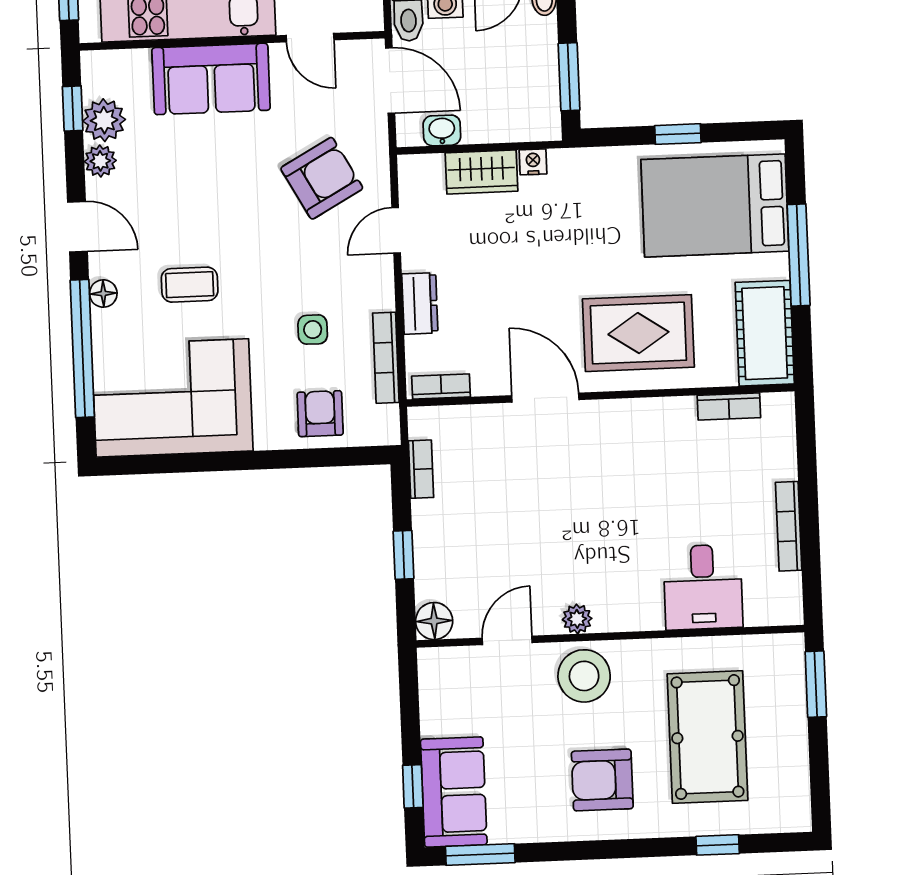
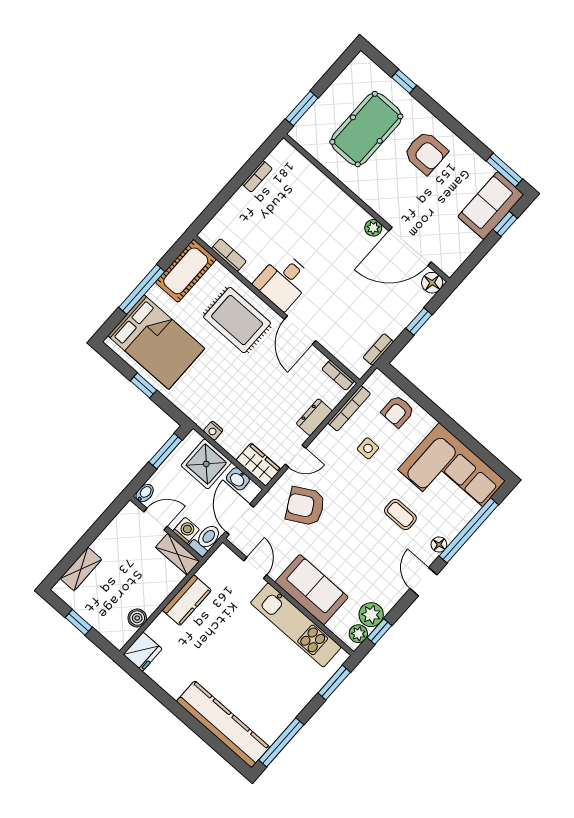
shower: (501, 111) -> (206, 464), added
plant: (100, 161) -> (358, 634), moved
wardrobe: (481, 172) -> (258, 465), moved
bookcase: (789, 526) -> (257, 176), width x0.64
desk: (703, 587) -> (283, 281), moved, turned 180
door: (507, 640) -> (410, 246), width x1.87
stool: (584, 676) -> (393, 202), removed

